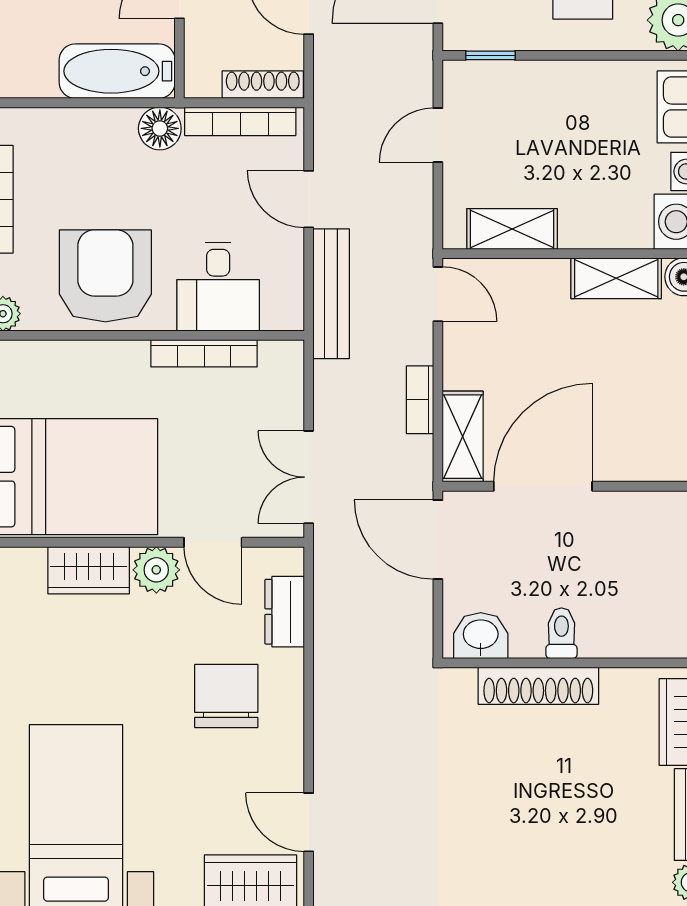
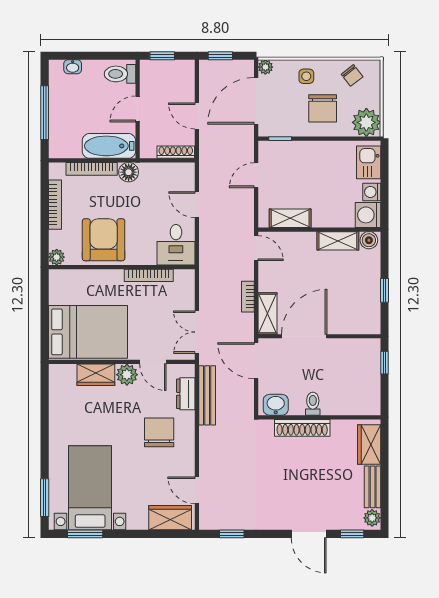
bookcase: (240, 121) -> (92, 169), moved
desk: (218, 287) -> (176, 245), moved
bench: (331, 294) -> (207, 395), moved

